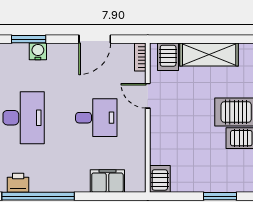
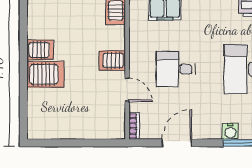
shelving: (209, 55) -> (69, 128), removed
server rack: (168, 57) -> (112, 60), moved, turned -90

